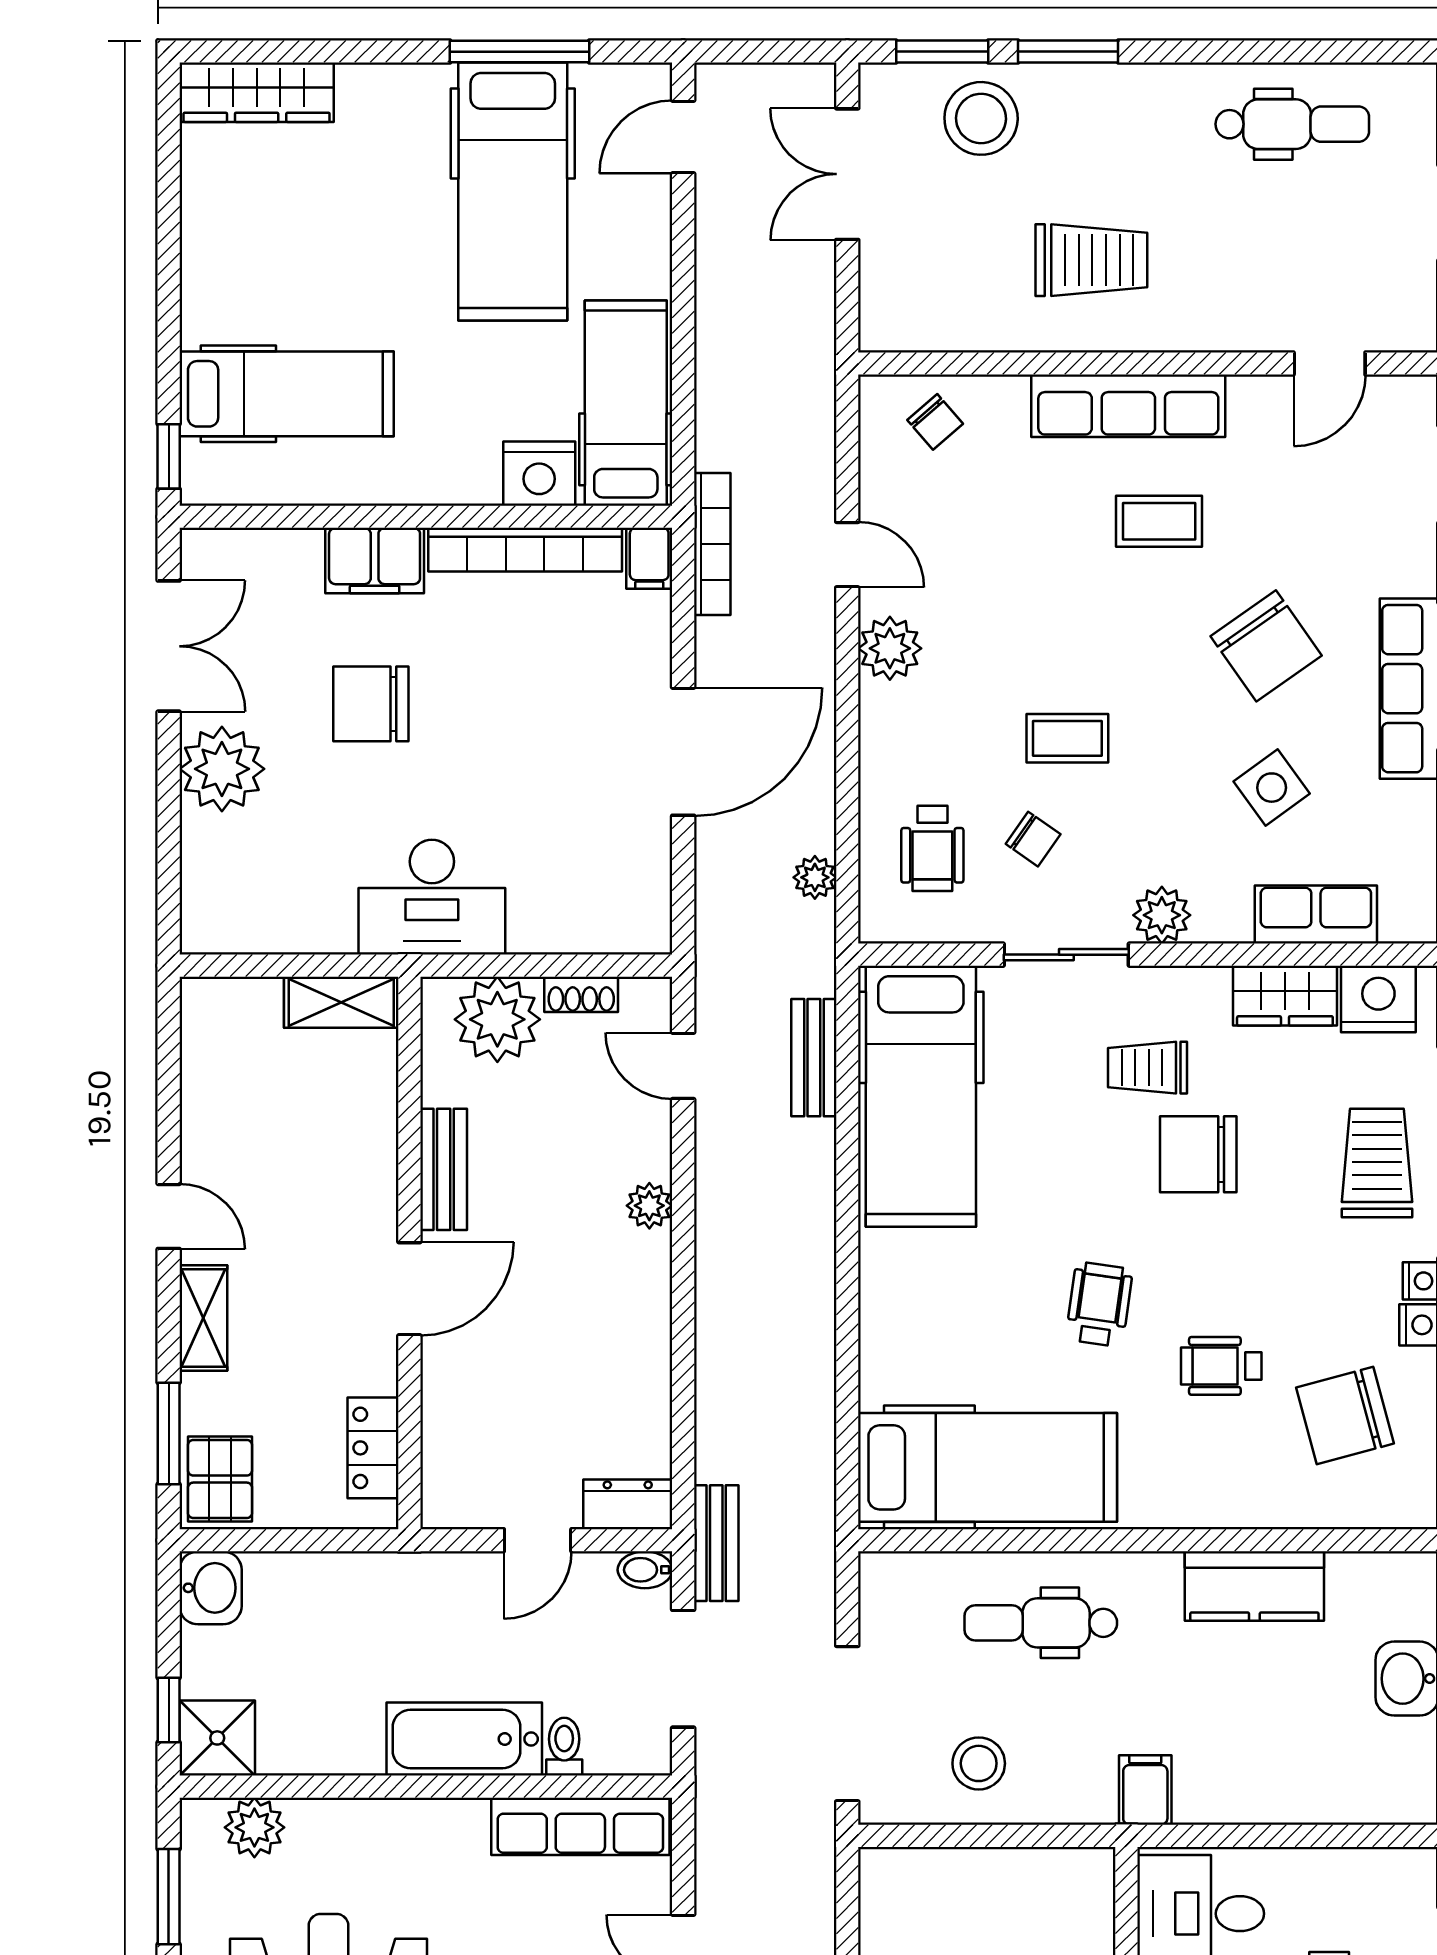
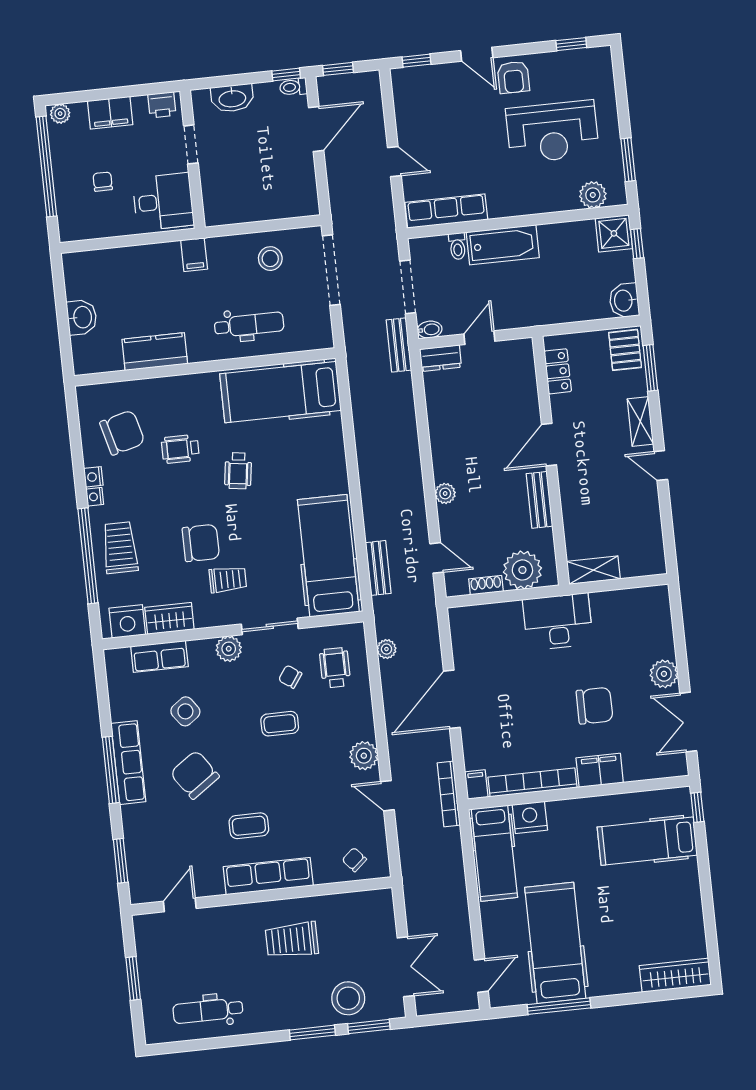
plant: (222, 769) -> (664, 674), width x0.73, depth x0.73
trolley: (1377, 1163) -> (120, 548), turned 180
wheelchair: (1221, 1366) -> (180, 449), turned 180

